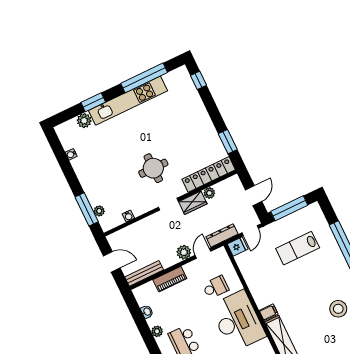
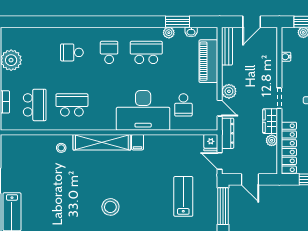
piano: (170, 279) -> (208, 61), width x1.37, depth x1.33
window: (144, 328) -> (178, 22), added

